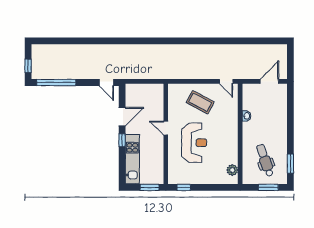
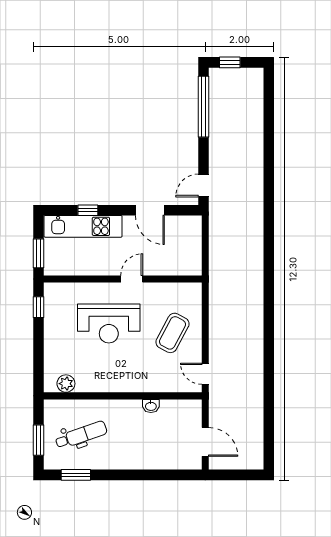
door: (226, 81) -> (205, 374), hinge flipped
window: (122, 140) -> (88, 210), moved

